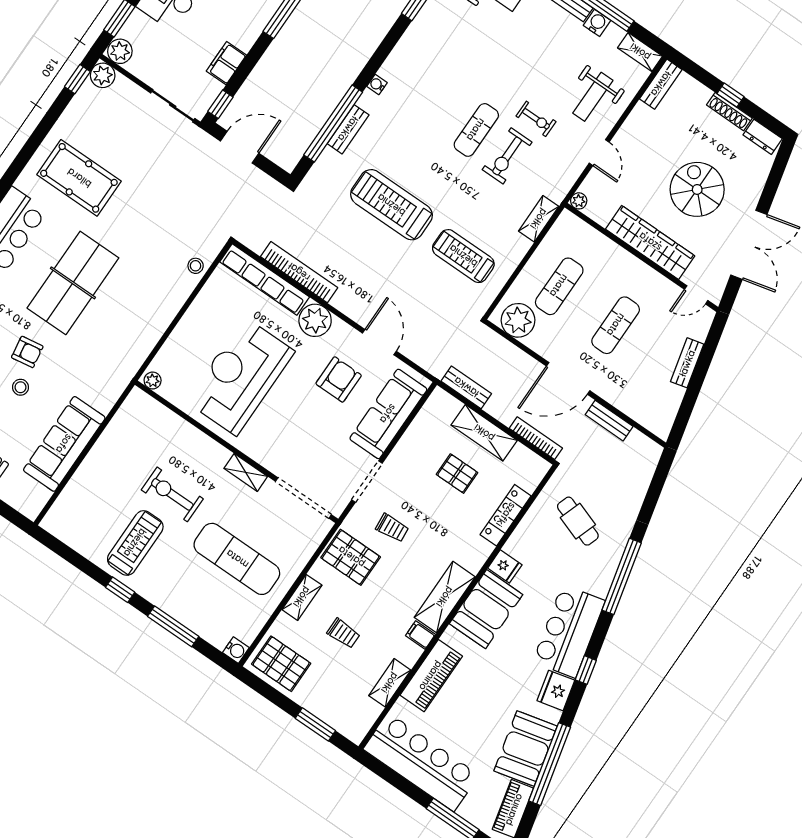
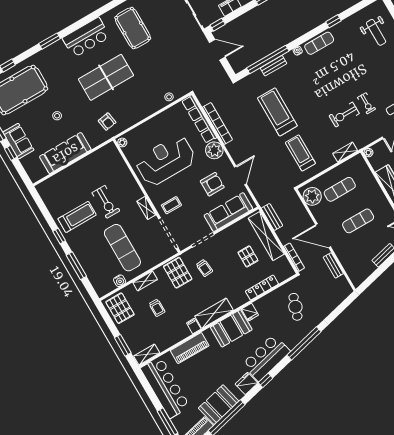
exercise mat: (476, 130) -> (319, 43), moved
armchair: (27, 352) -> (107, 122), moved
shelving: (484, 433) -> (266, 236), width x1.47
coffee table: (286, 448) -> (171, 205), added
exercise bike: (172, 494) -> (106, 202), turned 180
water cooler: (236, 650) -> (120, 281), moved
shelving: (390, 683) -> (147, 355), moved

